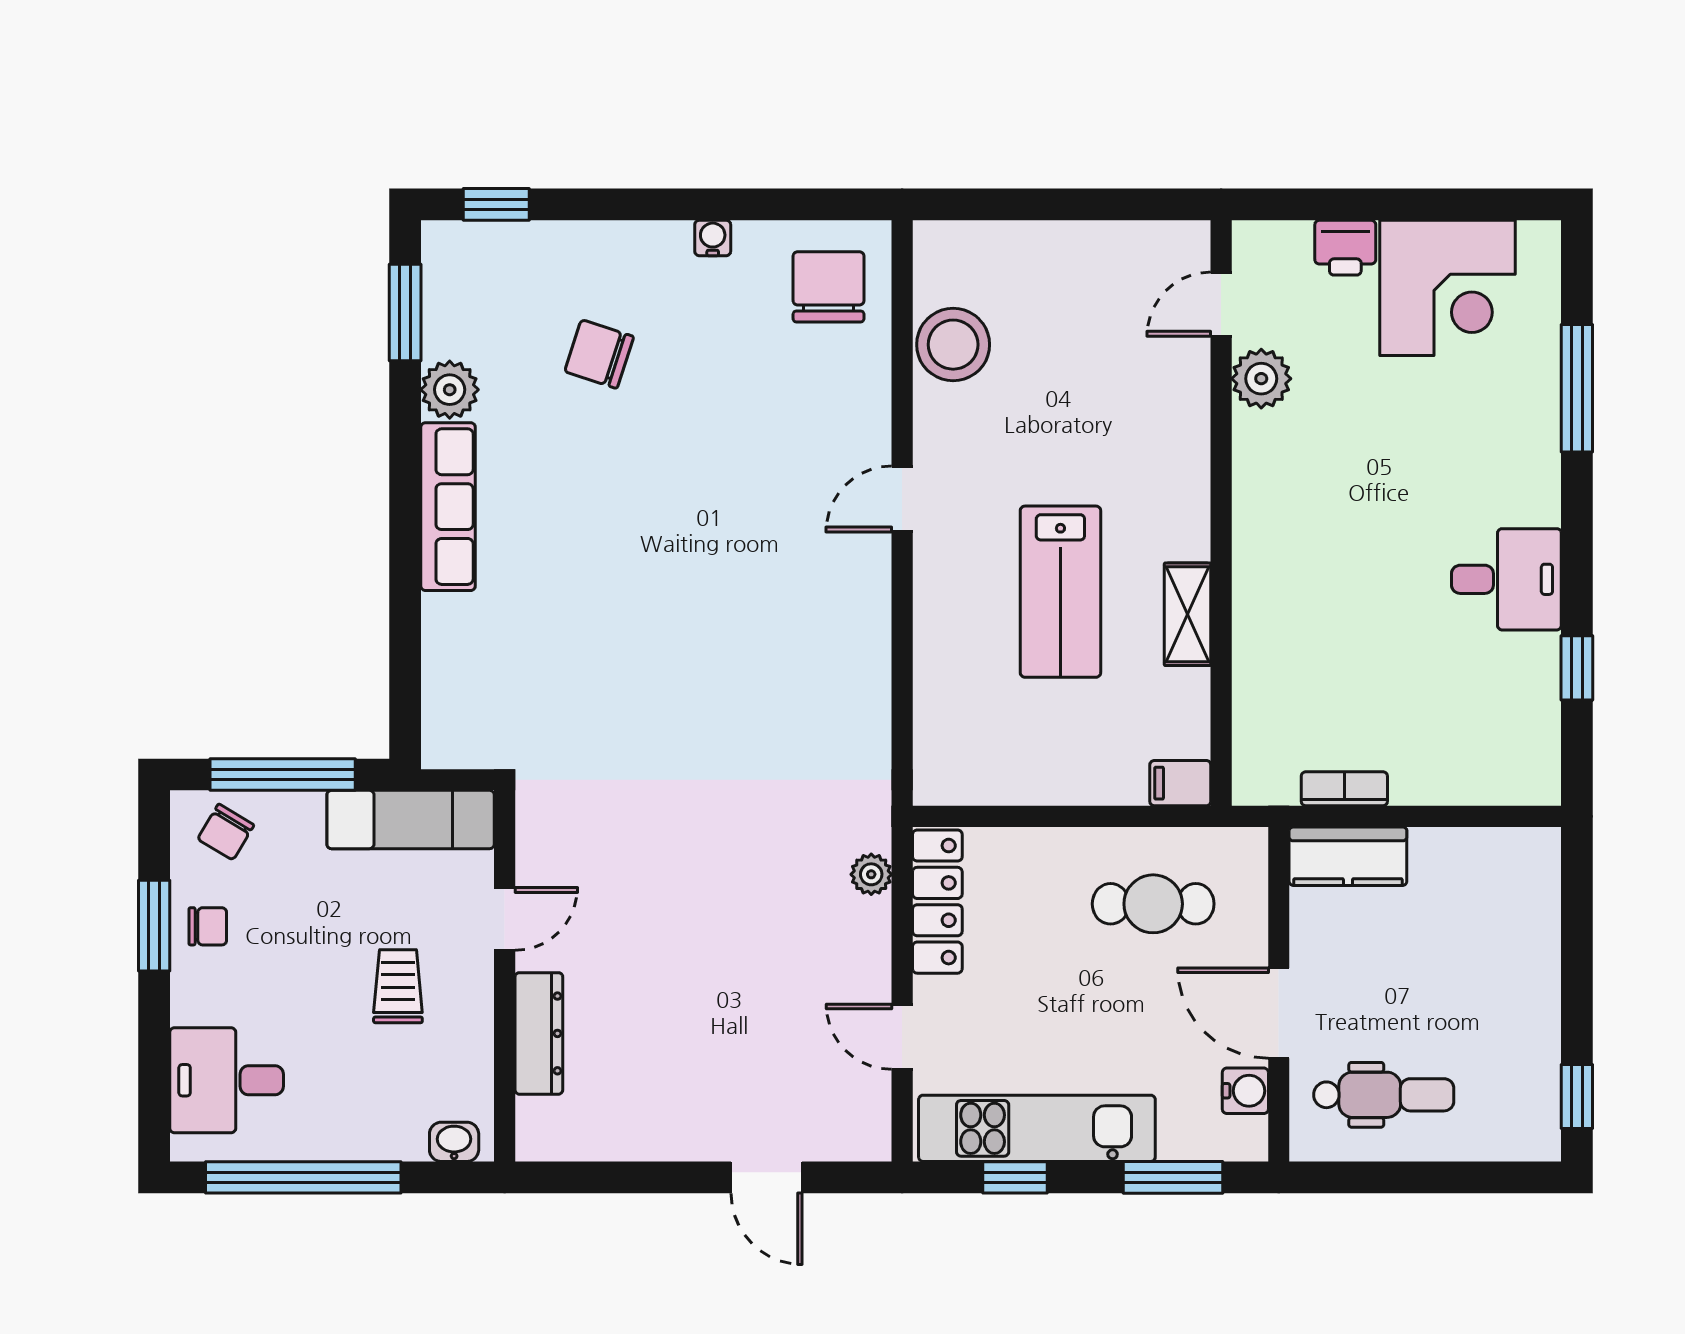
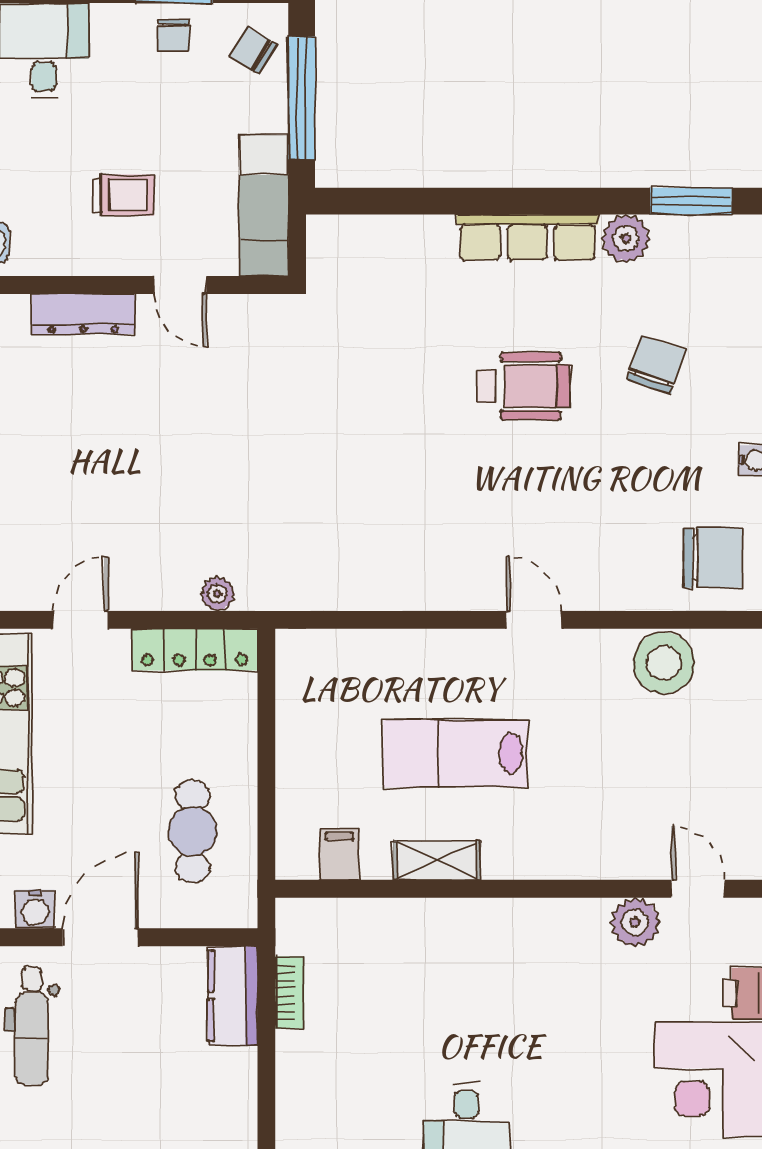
wheelchair: (625, 511) -> (523, 386), added
filing cabinet: (1180, 783) -> (339, 854), moved

